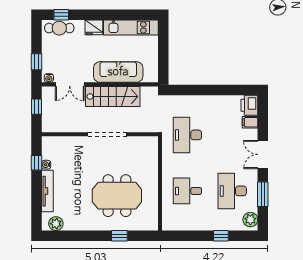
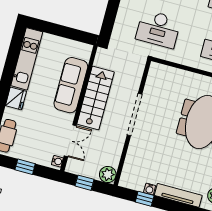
window: (37, 62) -> (25, 167), moved
plant: (49, 125) -> (108, 174), added

